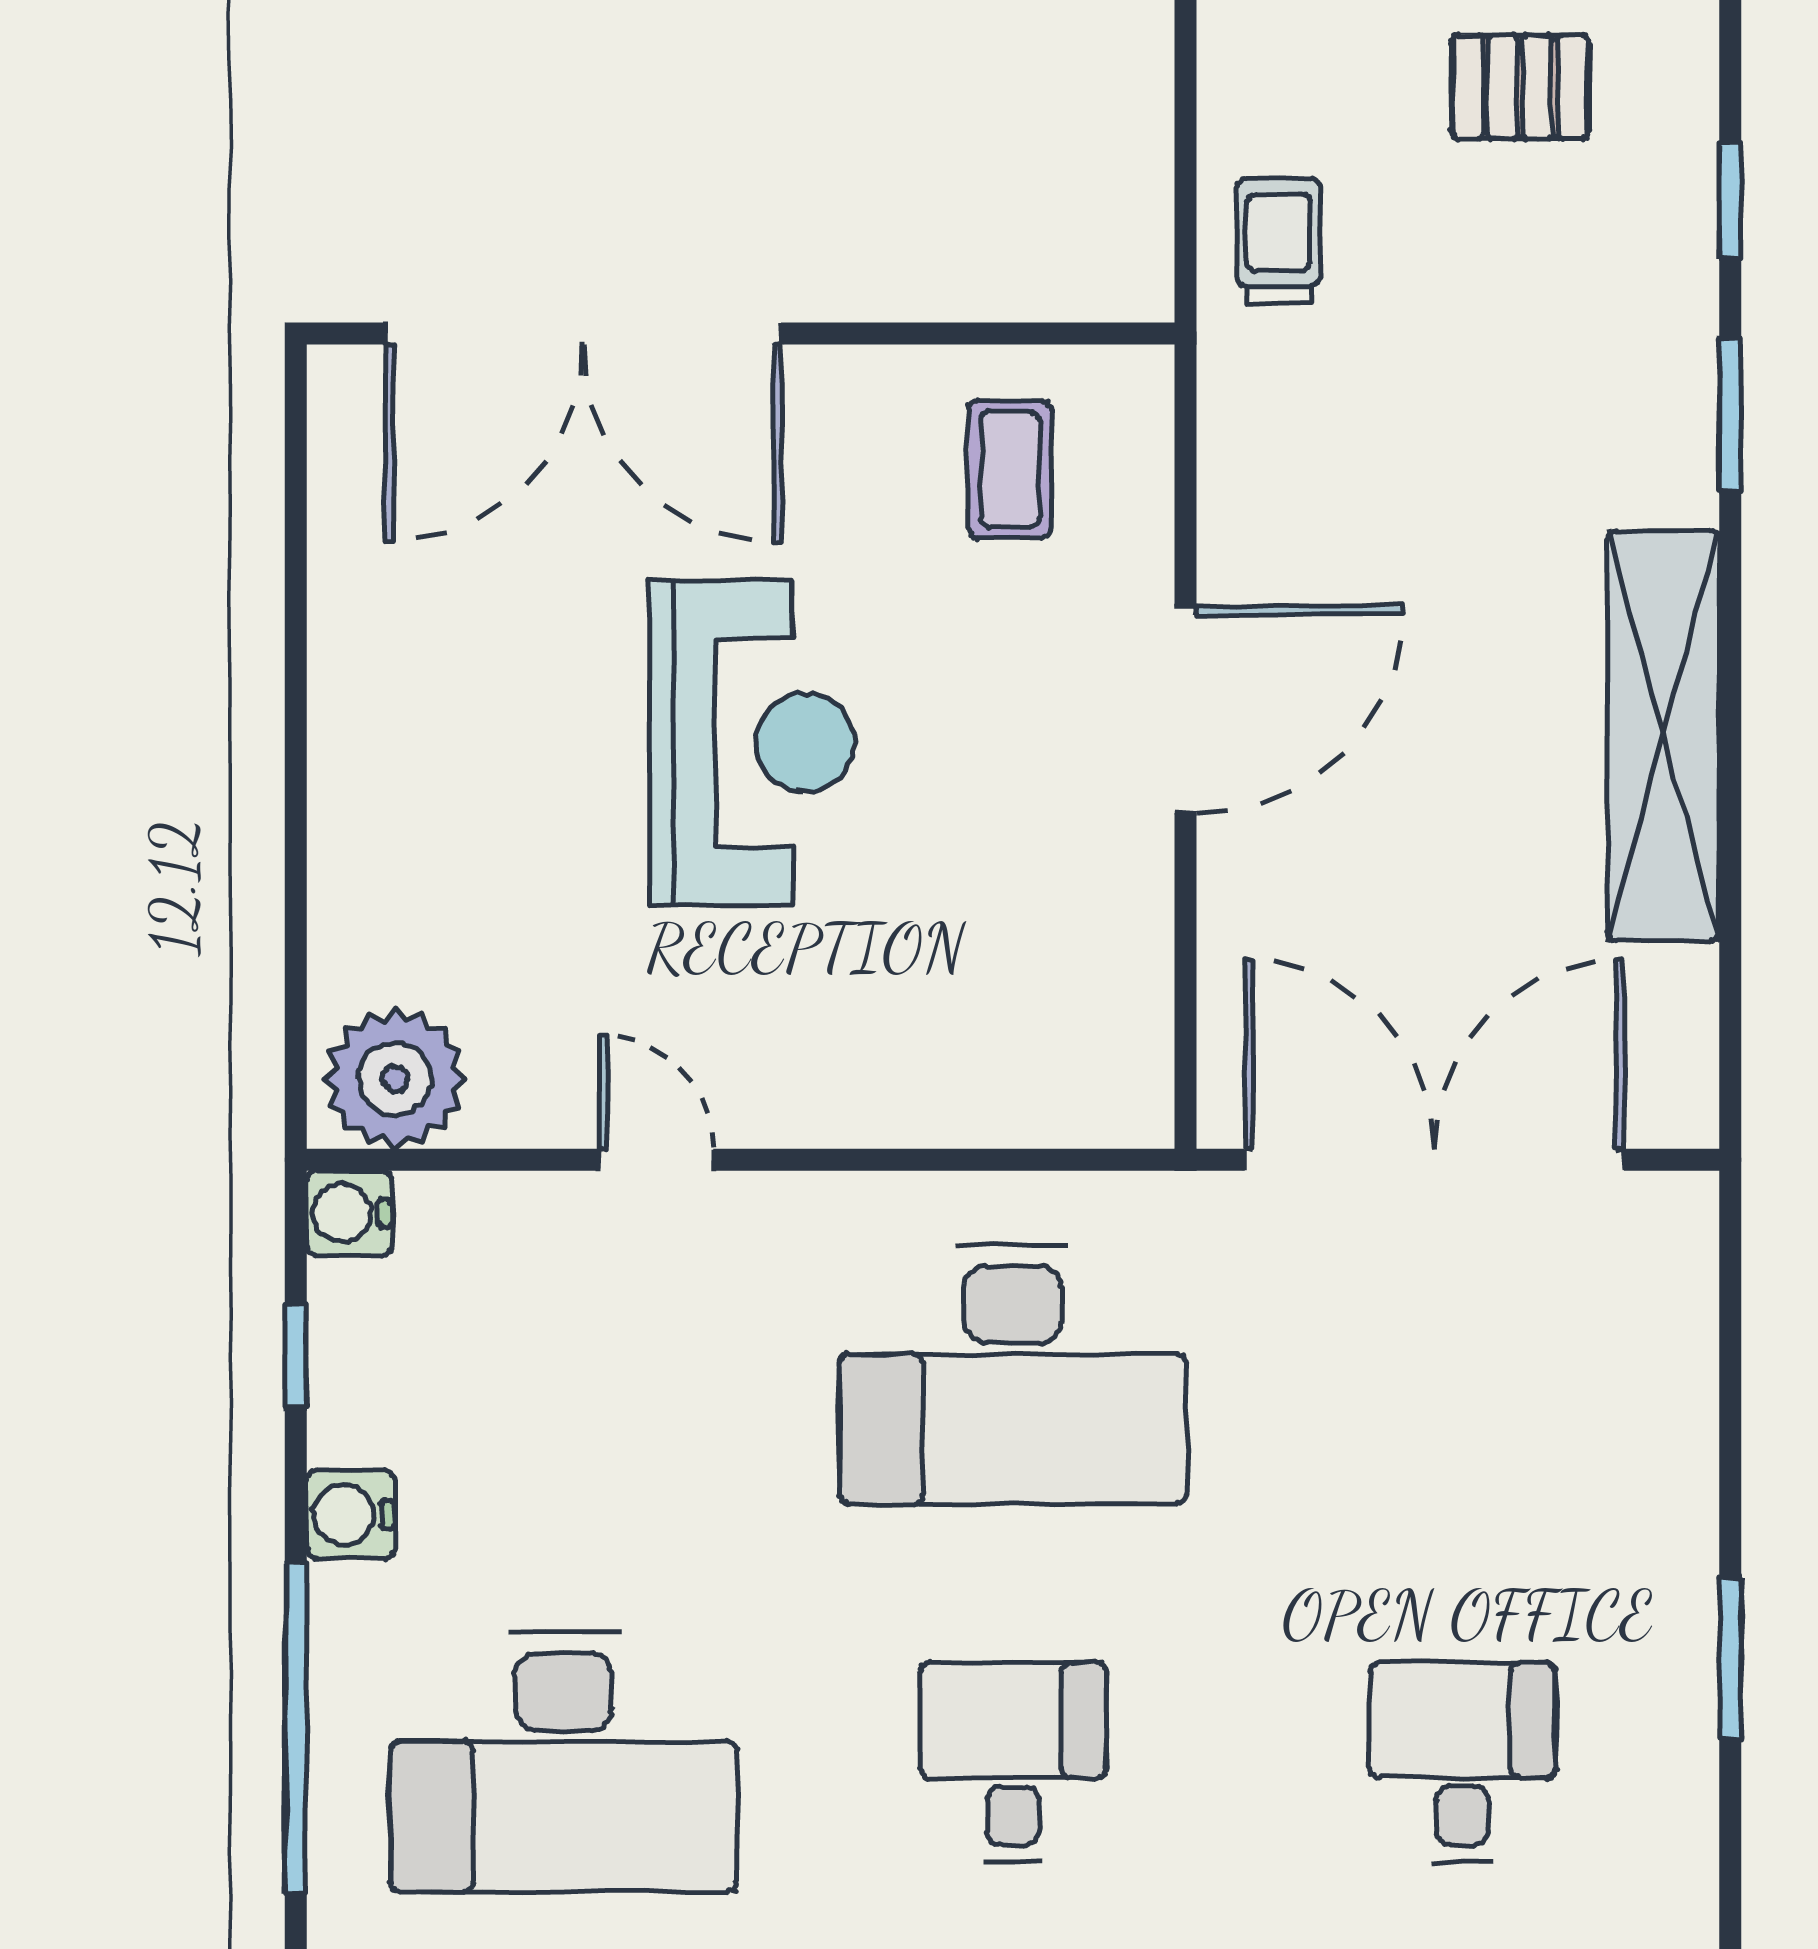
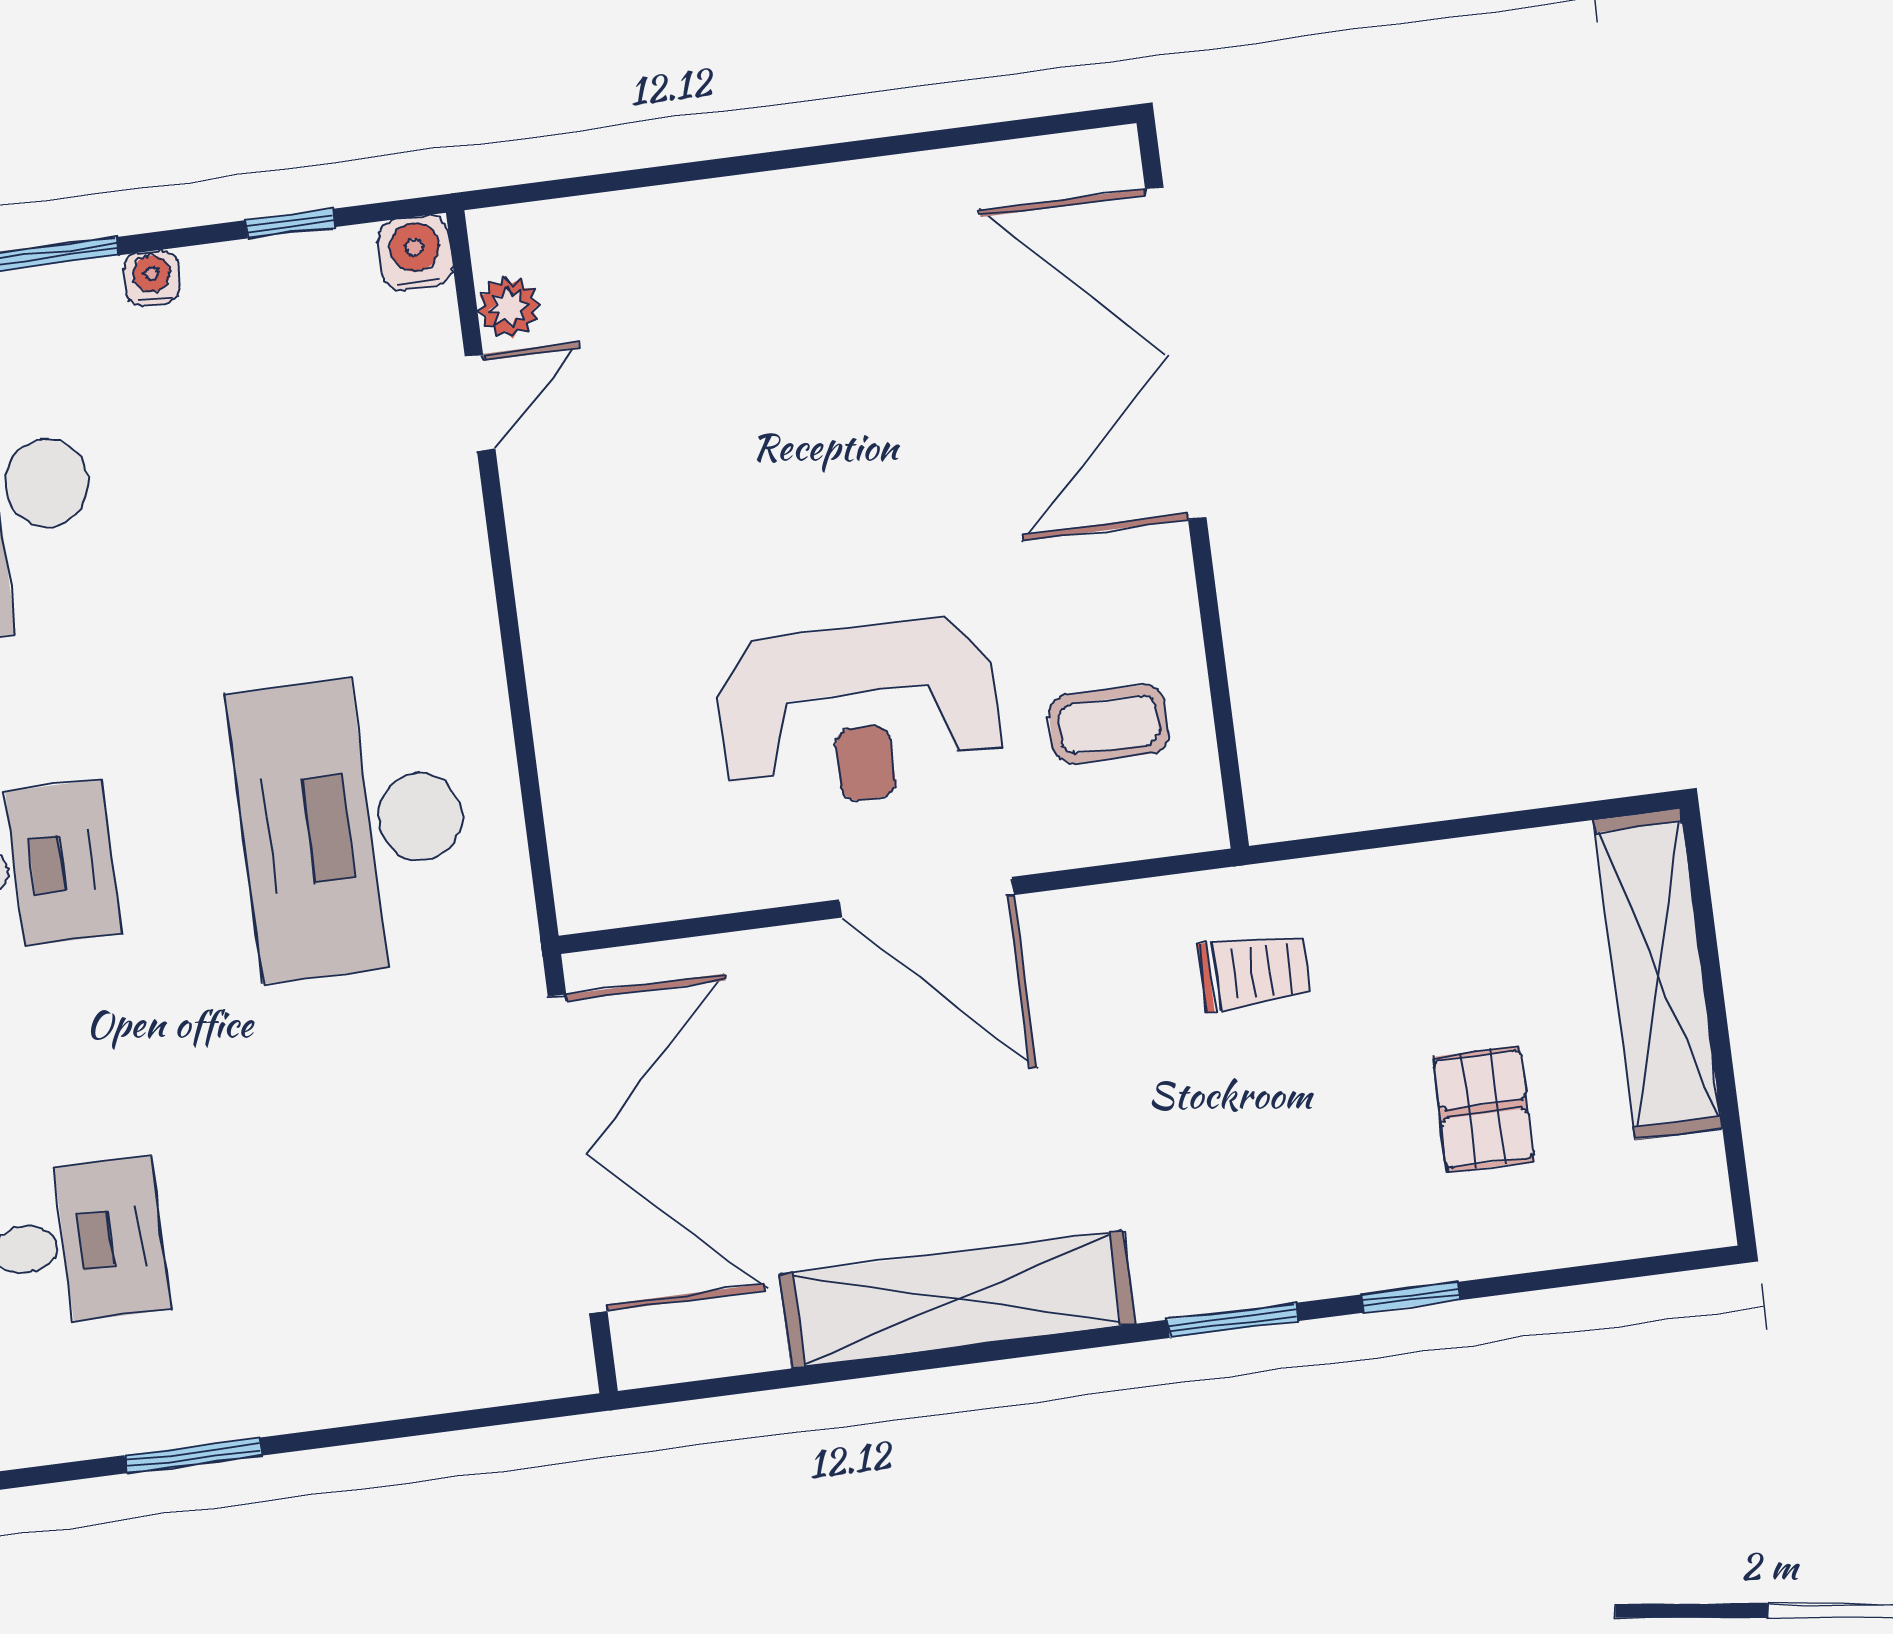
trolley: (1278, 241) -> (1254, 972), moved
reception desk: (752, 743) -> (859, 713), moved
plant: (395, 1079) -> (509, 307), width x0.53, depth x0.53
door: (656, 1160) -> (480, 403), moved
water cooler: (351, 1514) -> (152, 278), width x0.72, depth x0.72

